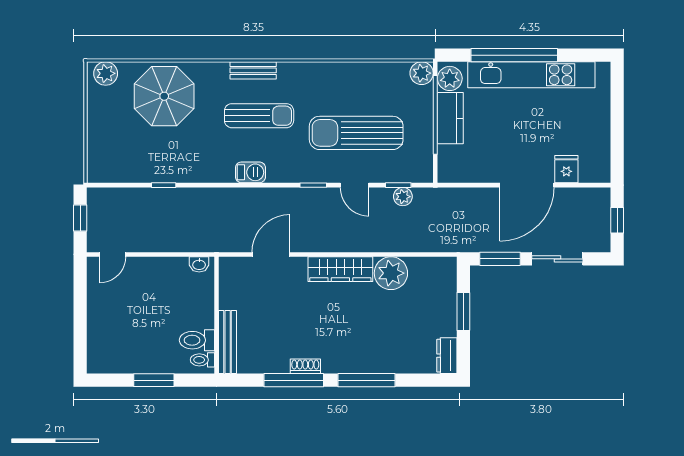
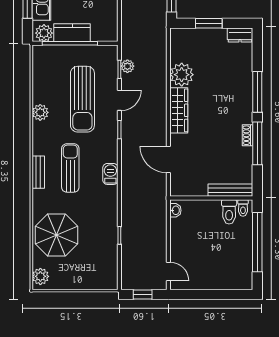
plant: (422, 73) -> (40, 112), moved
window: (154, 380) -> (257, 242), width x2.11

